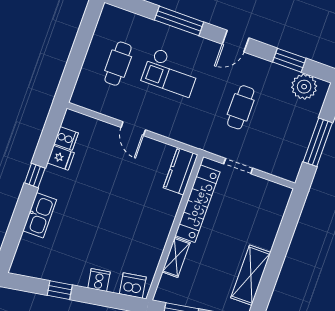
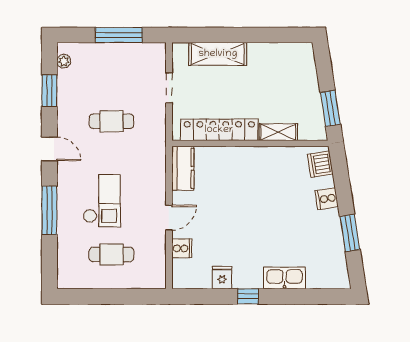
plant: (304, 87) -> (64, 61), width x0.53, depth x0.53
cooker: (66, 138) -> (182, 248), moved, turned 90
doorway: (238, 166) -> (169, 88), moved
kitchen counter: (181, 171) -> (183, 168), moved, turned -90
shelving: (251, 275) -> (218, 54), moved
window: (60, 290) -> (350, 233), width x1.50

